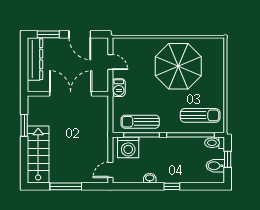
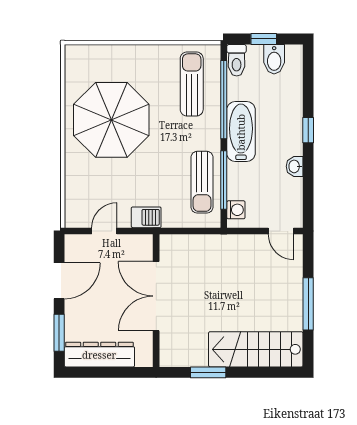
bathtub: (171, 145) -> (241, 132), added
washing machine: (128, 147) -> (236, 210), width x0.53, depth x0.53

